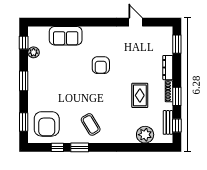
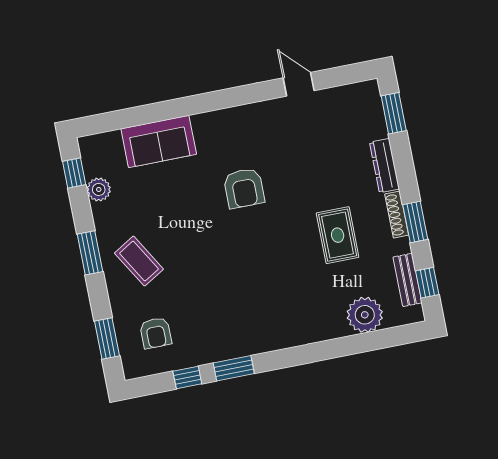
armchair: (47, 124) -> (156, 333), width x0.53, depth x0.53
coffee table: (91, 124) -> (139, 261), moved

